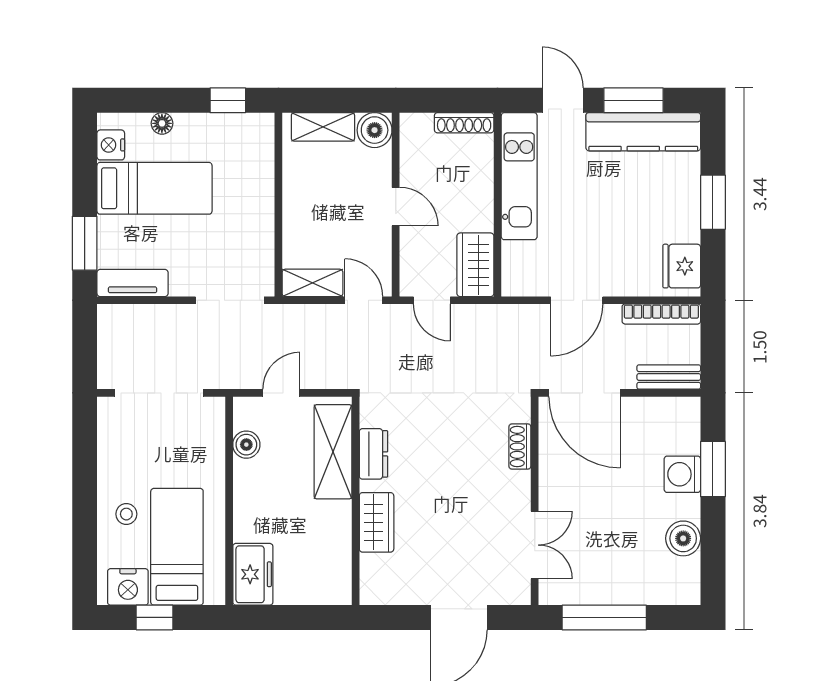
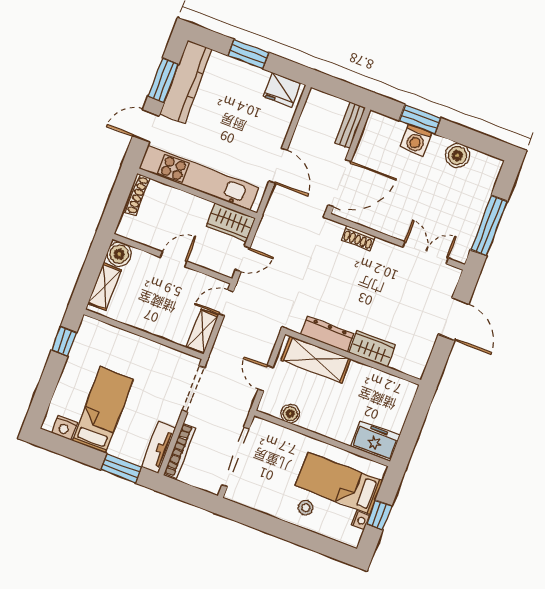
floor lamp: (162, 123) -> (63, 389), removed
kitchen unit: (519, 176) -> (199, 178), width x1.36
bookcase: (661, 314) -> (180, 451), moved
dresser: (373, 454) -> (327, 334), width x1.44
nightstand: (128, 587) -> (360, 520), width x0.53, depth x0.56

